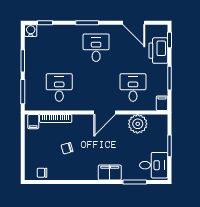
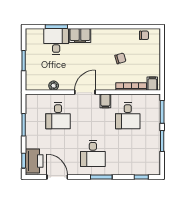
water cooler: (31, 31) -> (155, 170), removed
printer: (158, 51) -> (34, 161), moved
filing cabinet: (162, 103) -> (105, 101), moved
plant: (138, 124) -> (54, 86), width x0.53, depth x0.53
desk: (154, 165) -> (56, 41), moved, turned 90

